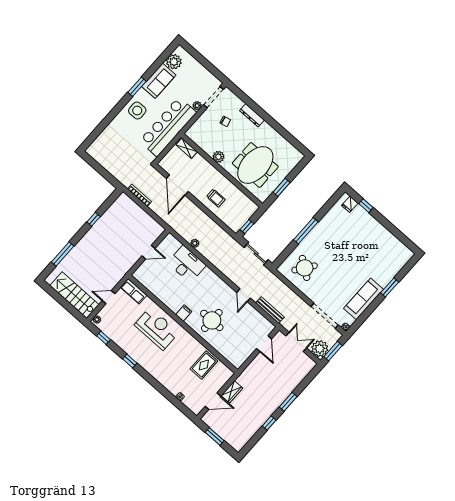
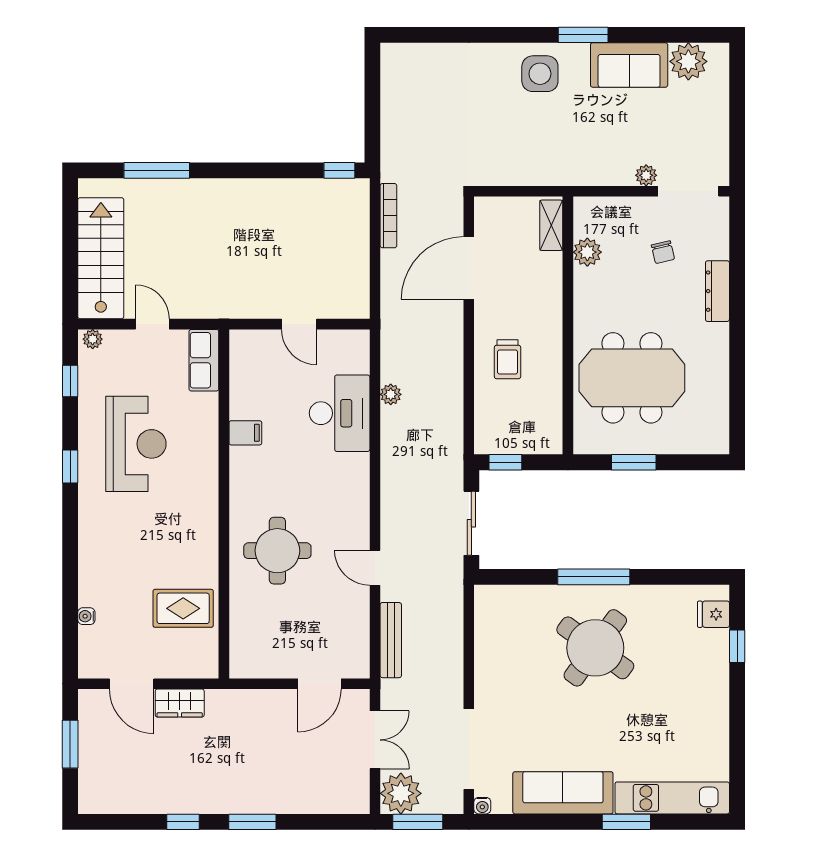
bar counter: (168, 127) -> (560, 156), removed
plant: (218, 157) -> (587, 252), moved
window: (93, 219) -> (339, 170), moved
kitchen unit: (395, 267) -> (672, 798), added
round table: (305, 268) -> (595, 648), moved, width x1.36, depth x1.36
door: (244, 295) -> (375, 568), hinge flipped
filing cabinet: (184, 313) -> (245, 433), moved
reception desk: (157, 329) -> (136, 444), moved

